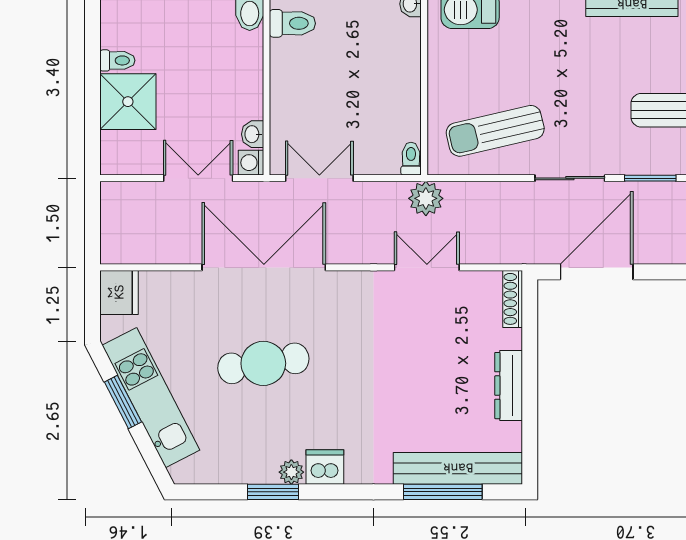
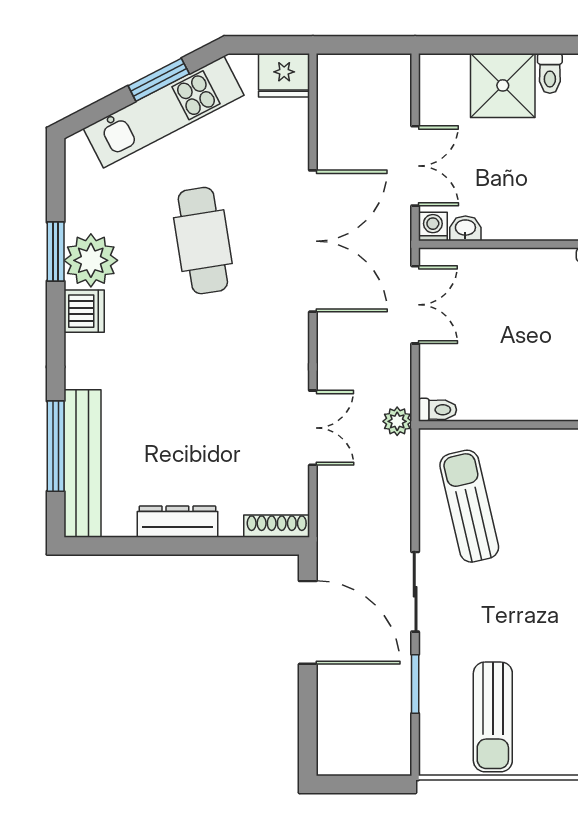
plant: (426, 198) -> (397, 421), width x0.73, depth x0.73
plant: (291, 472) -> (91, 260), width x1.87, depth x1.87

